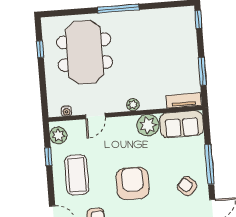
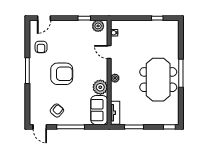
meeting table: (85, 52) -> (158, 80), moved, turned 90
coffee table: (77, 175) -> (70, 36), removed

